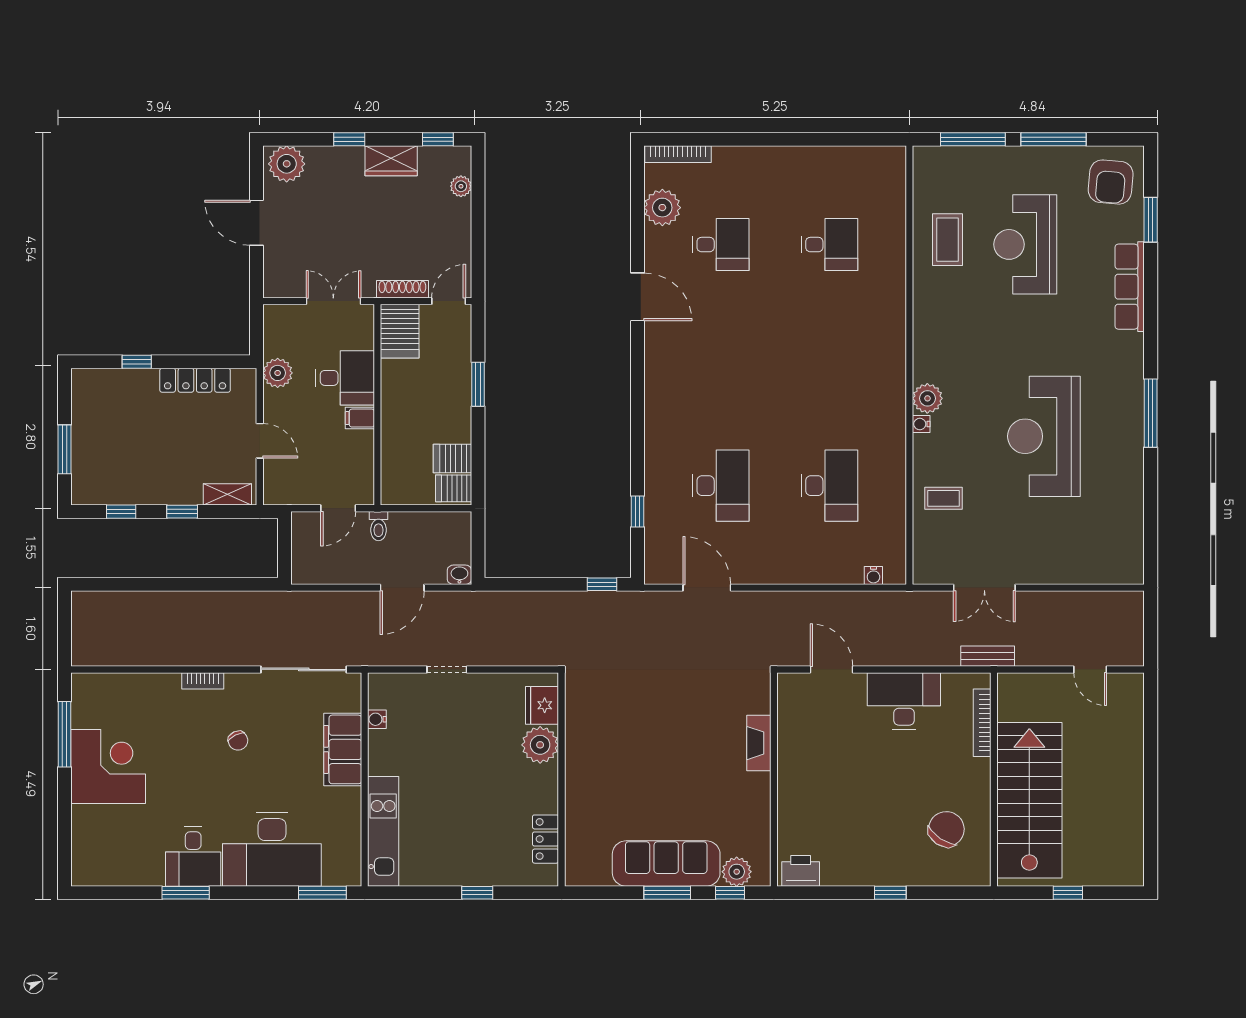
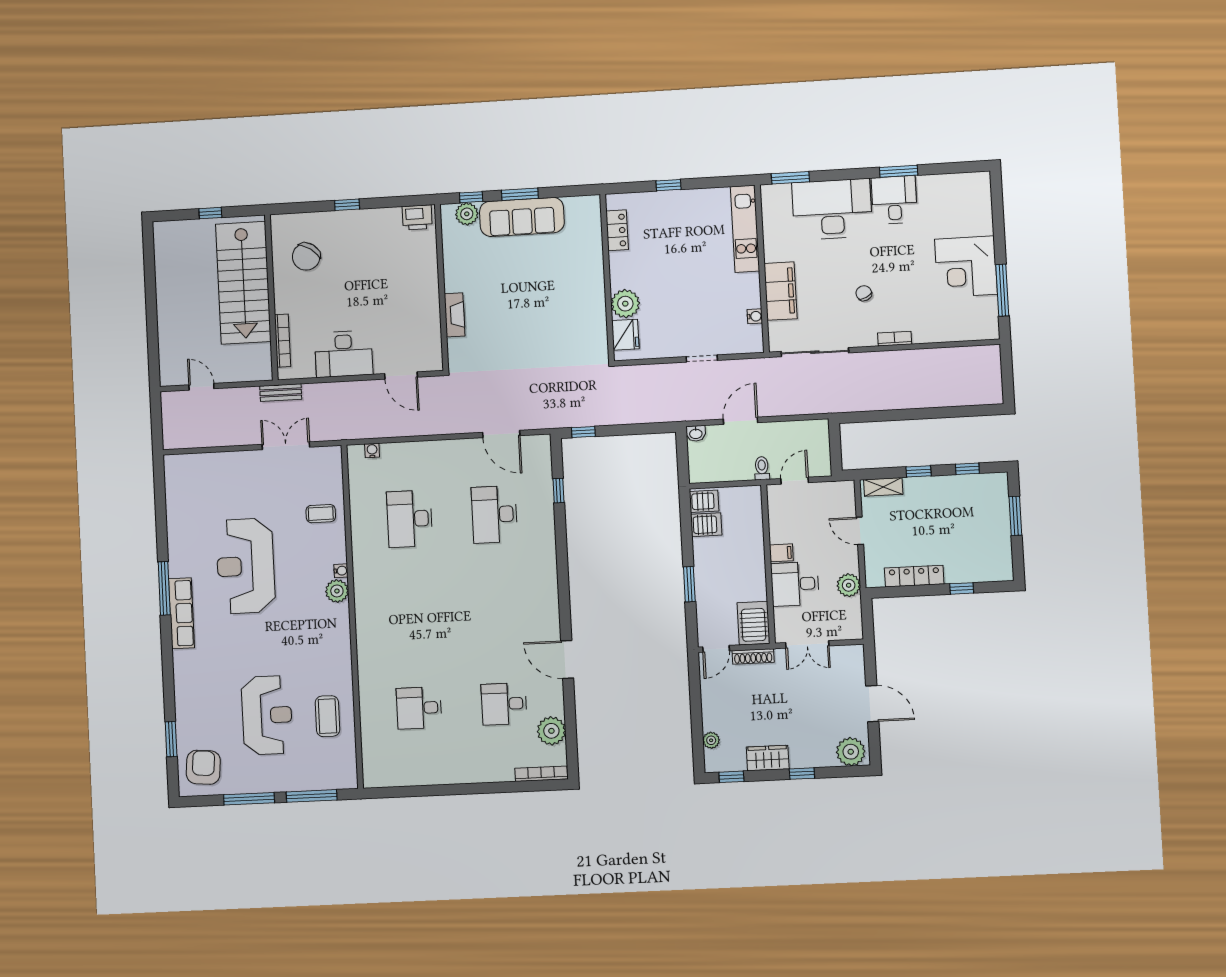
row of seats: (1130, 287) -> (181, 613), moved
reception desk: (1044, 436) -> (246, 566), turned 180

